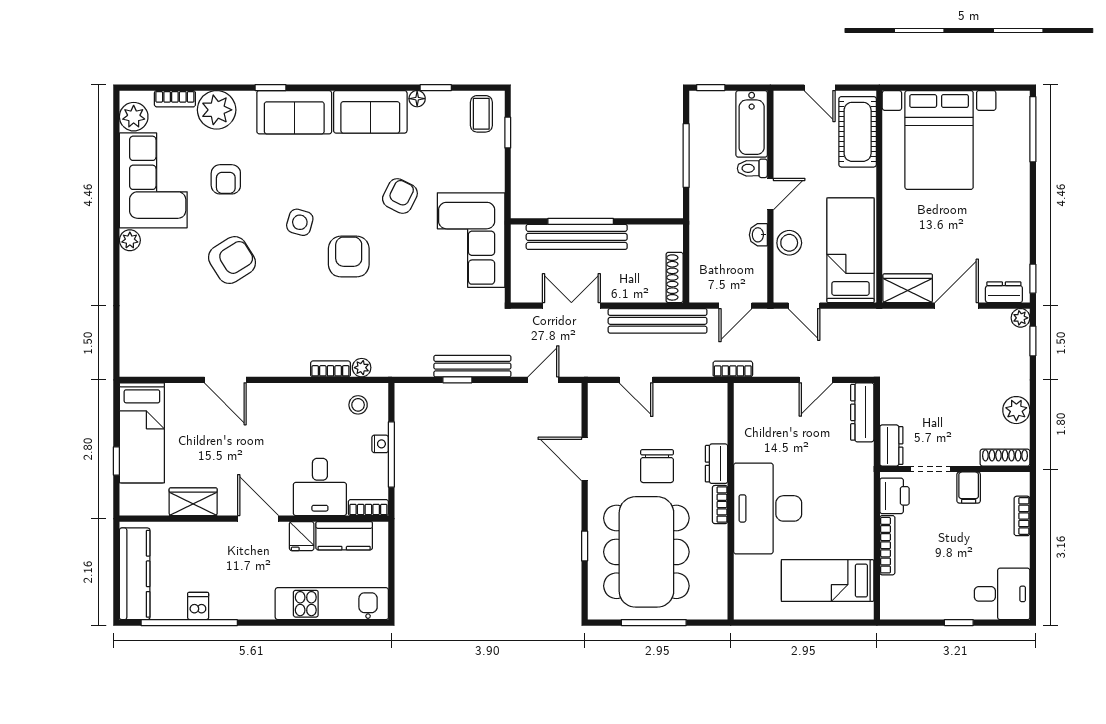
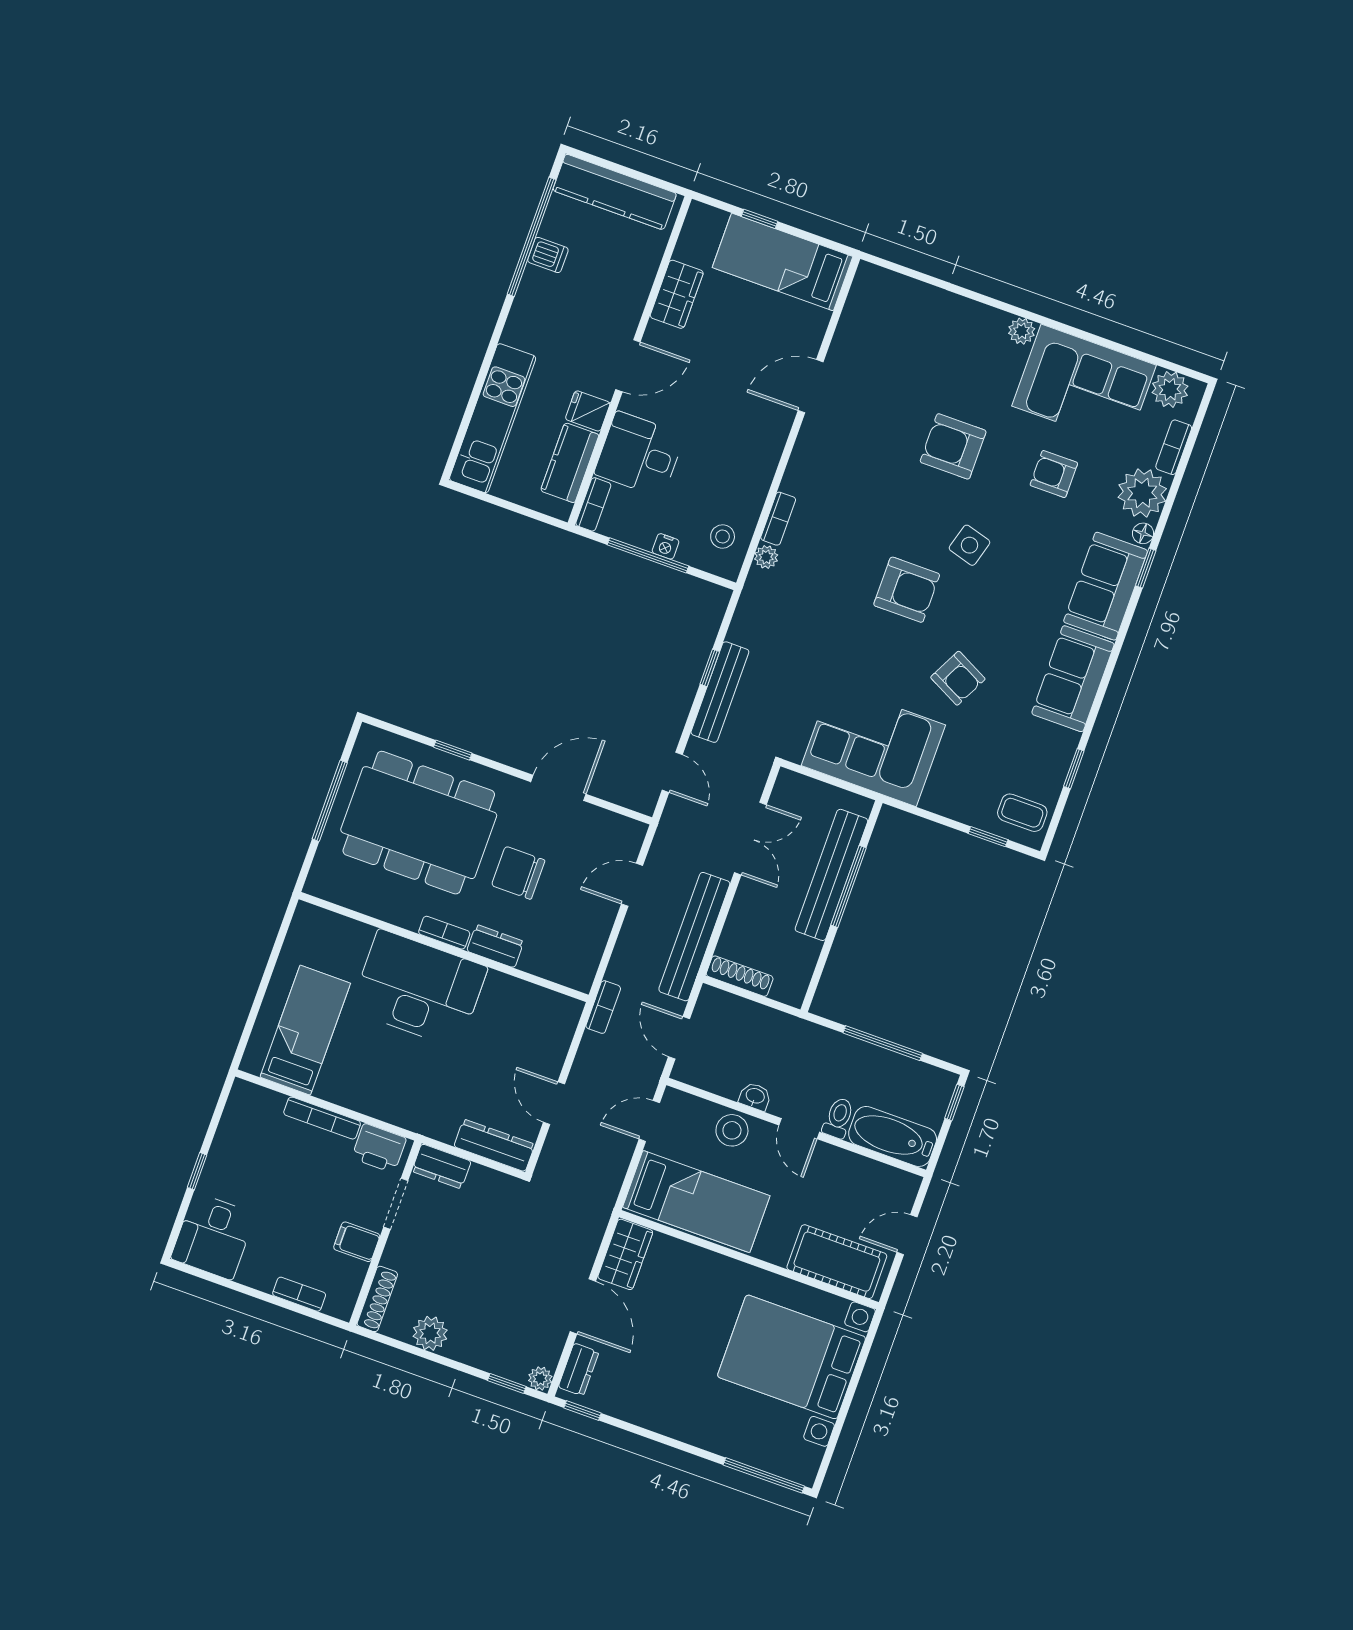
floor lamp: (417, 99) -> (1143, 533), moved
armchair: (232, 260) -> (953, 446), turned 122

